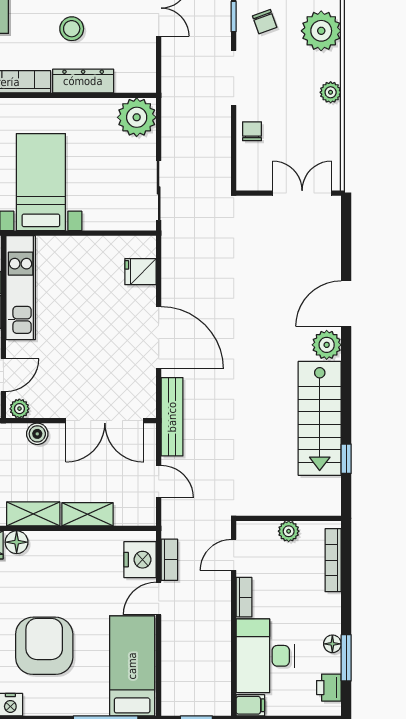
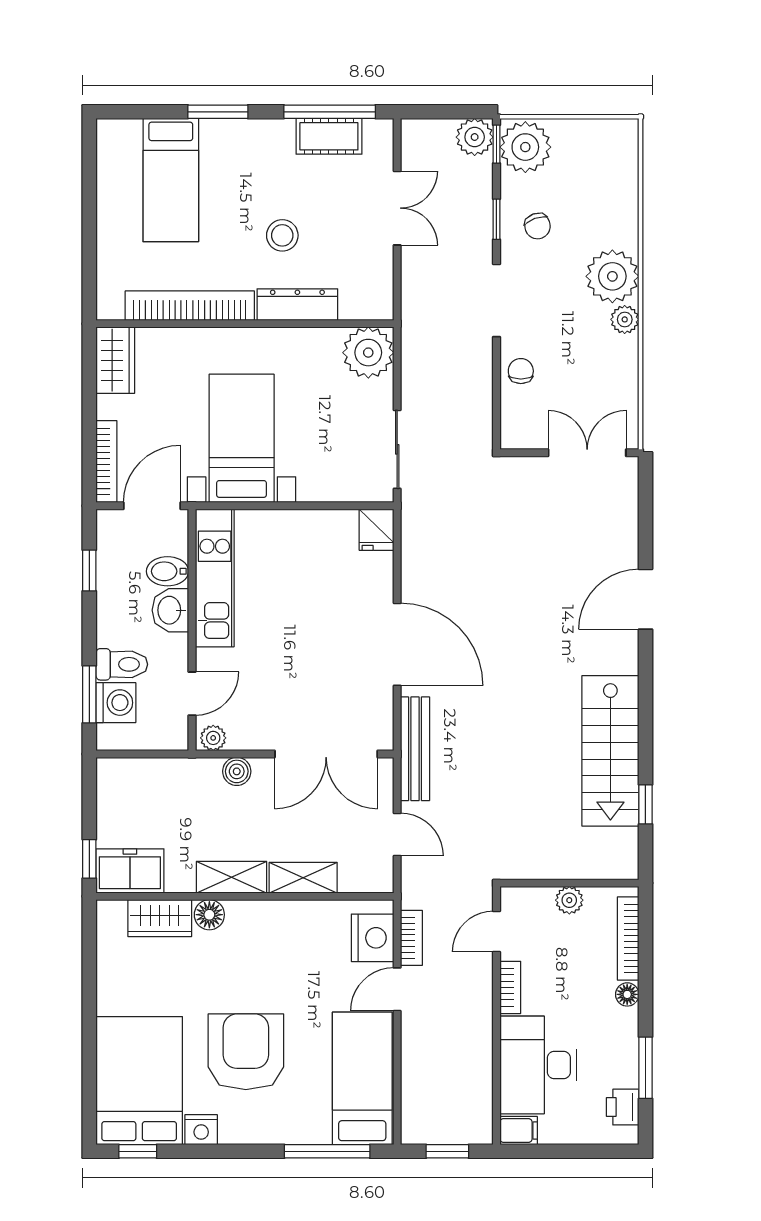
plant: (321, 31) -> (612, 276), moved
fridge: (140, 272) -> (377, 530), moved, turned -90
plant: (327, 345) -> (620, 654), removed
floor lamp: (332, 644) -> (627, 994), moved

